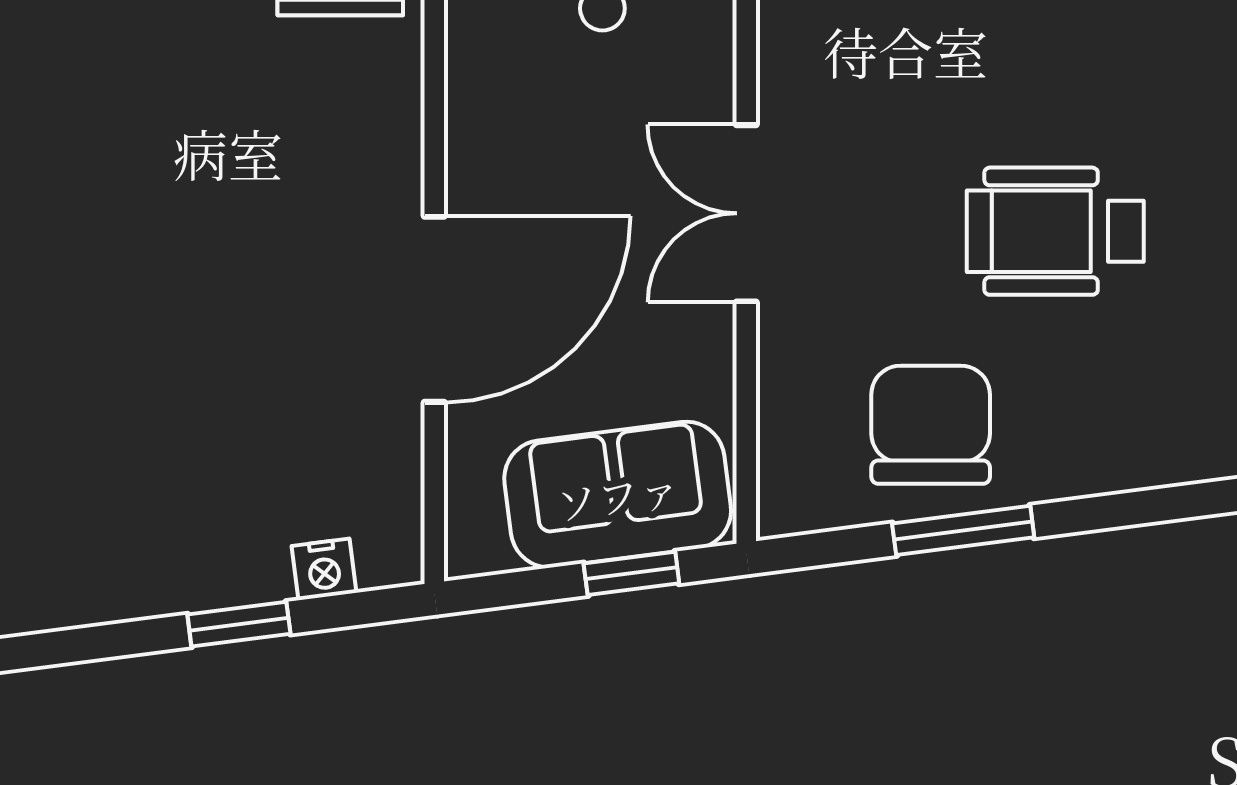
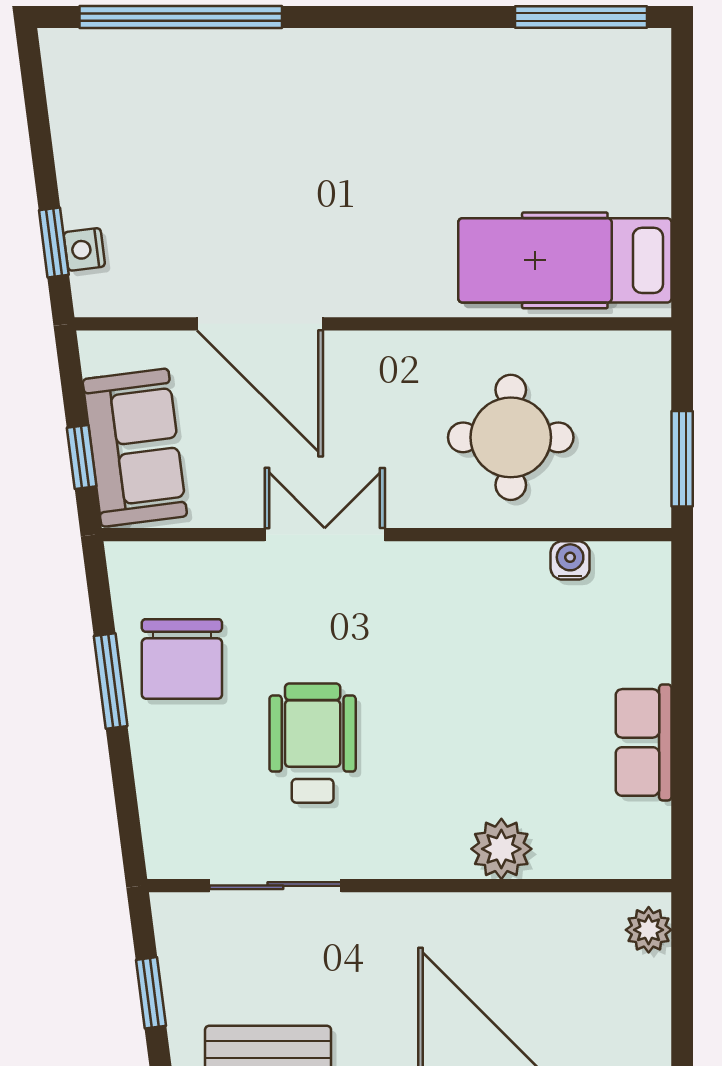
chair: (931, 425) -> (182, 659), turned 90
window: (239, 624) -> (54, 243), moved

